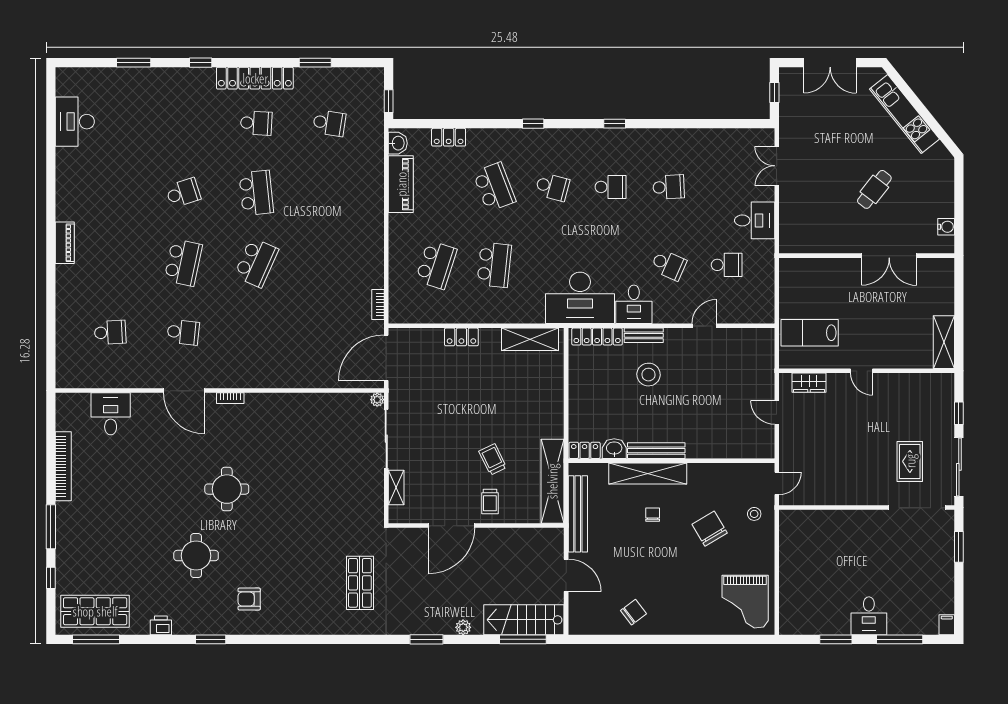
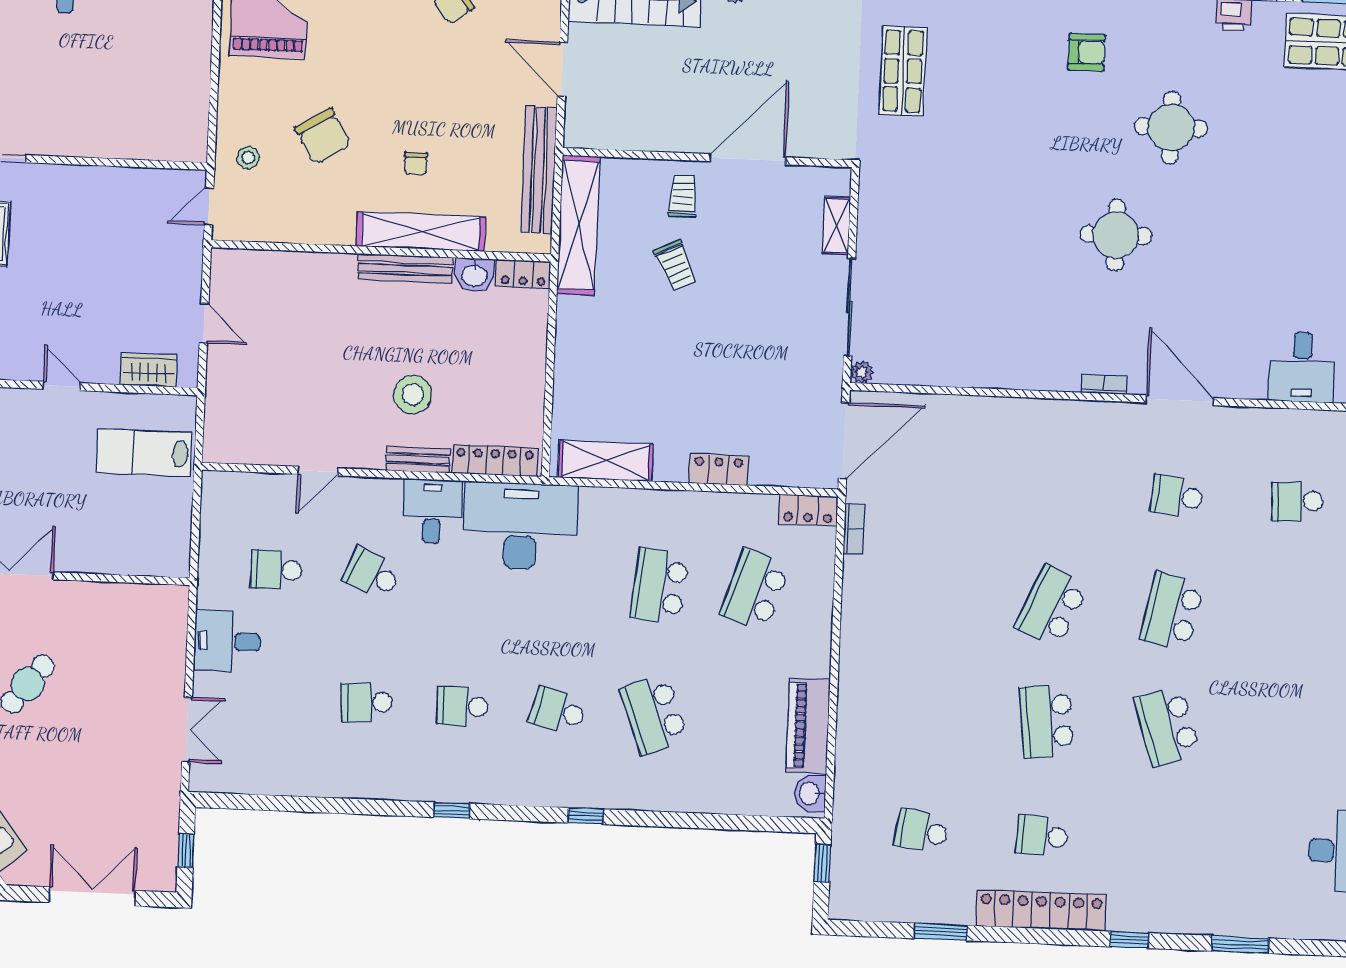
locker: (449, 137) -> (808, 510), moved, turned 180
school desk: (183, 193) -> (1167, 726), width x1.85
lab bench: (810, 333) -> (144, 452), turned 180

